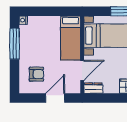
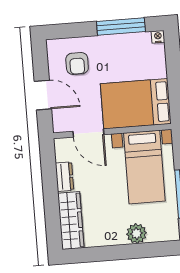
bed: (71, 38) -> (136, 104), width x1.50
dresser: (93, 88) -> (65, 177), moved

